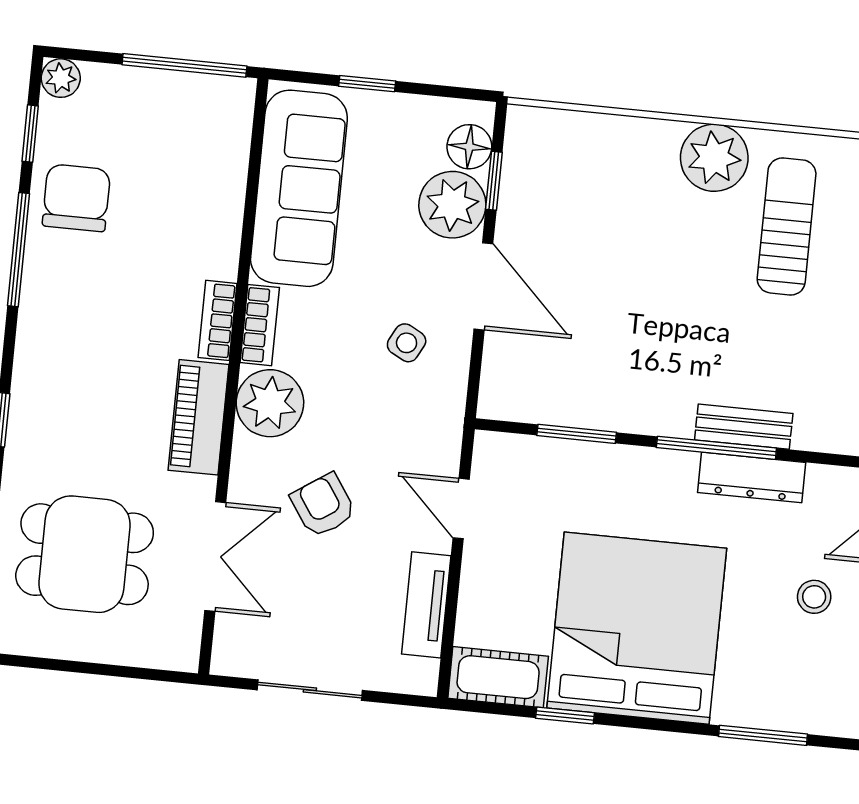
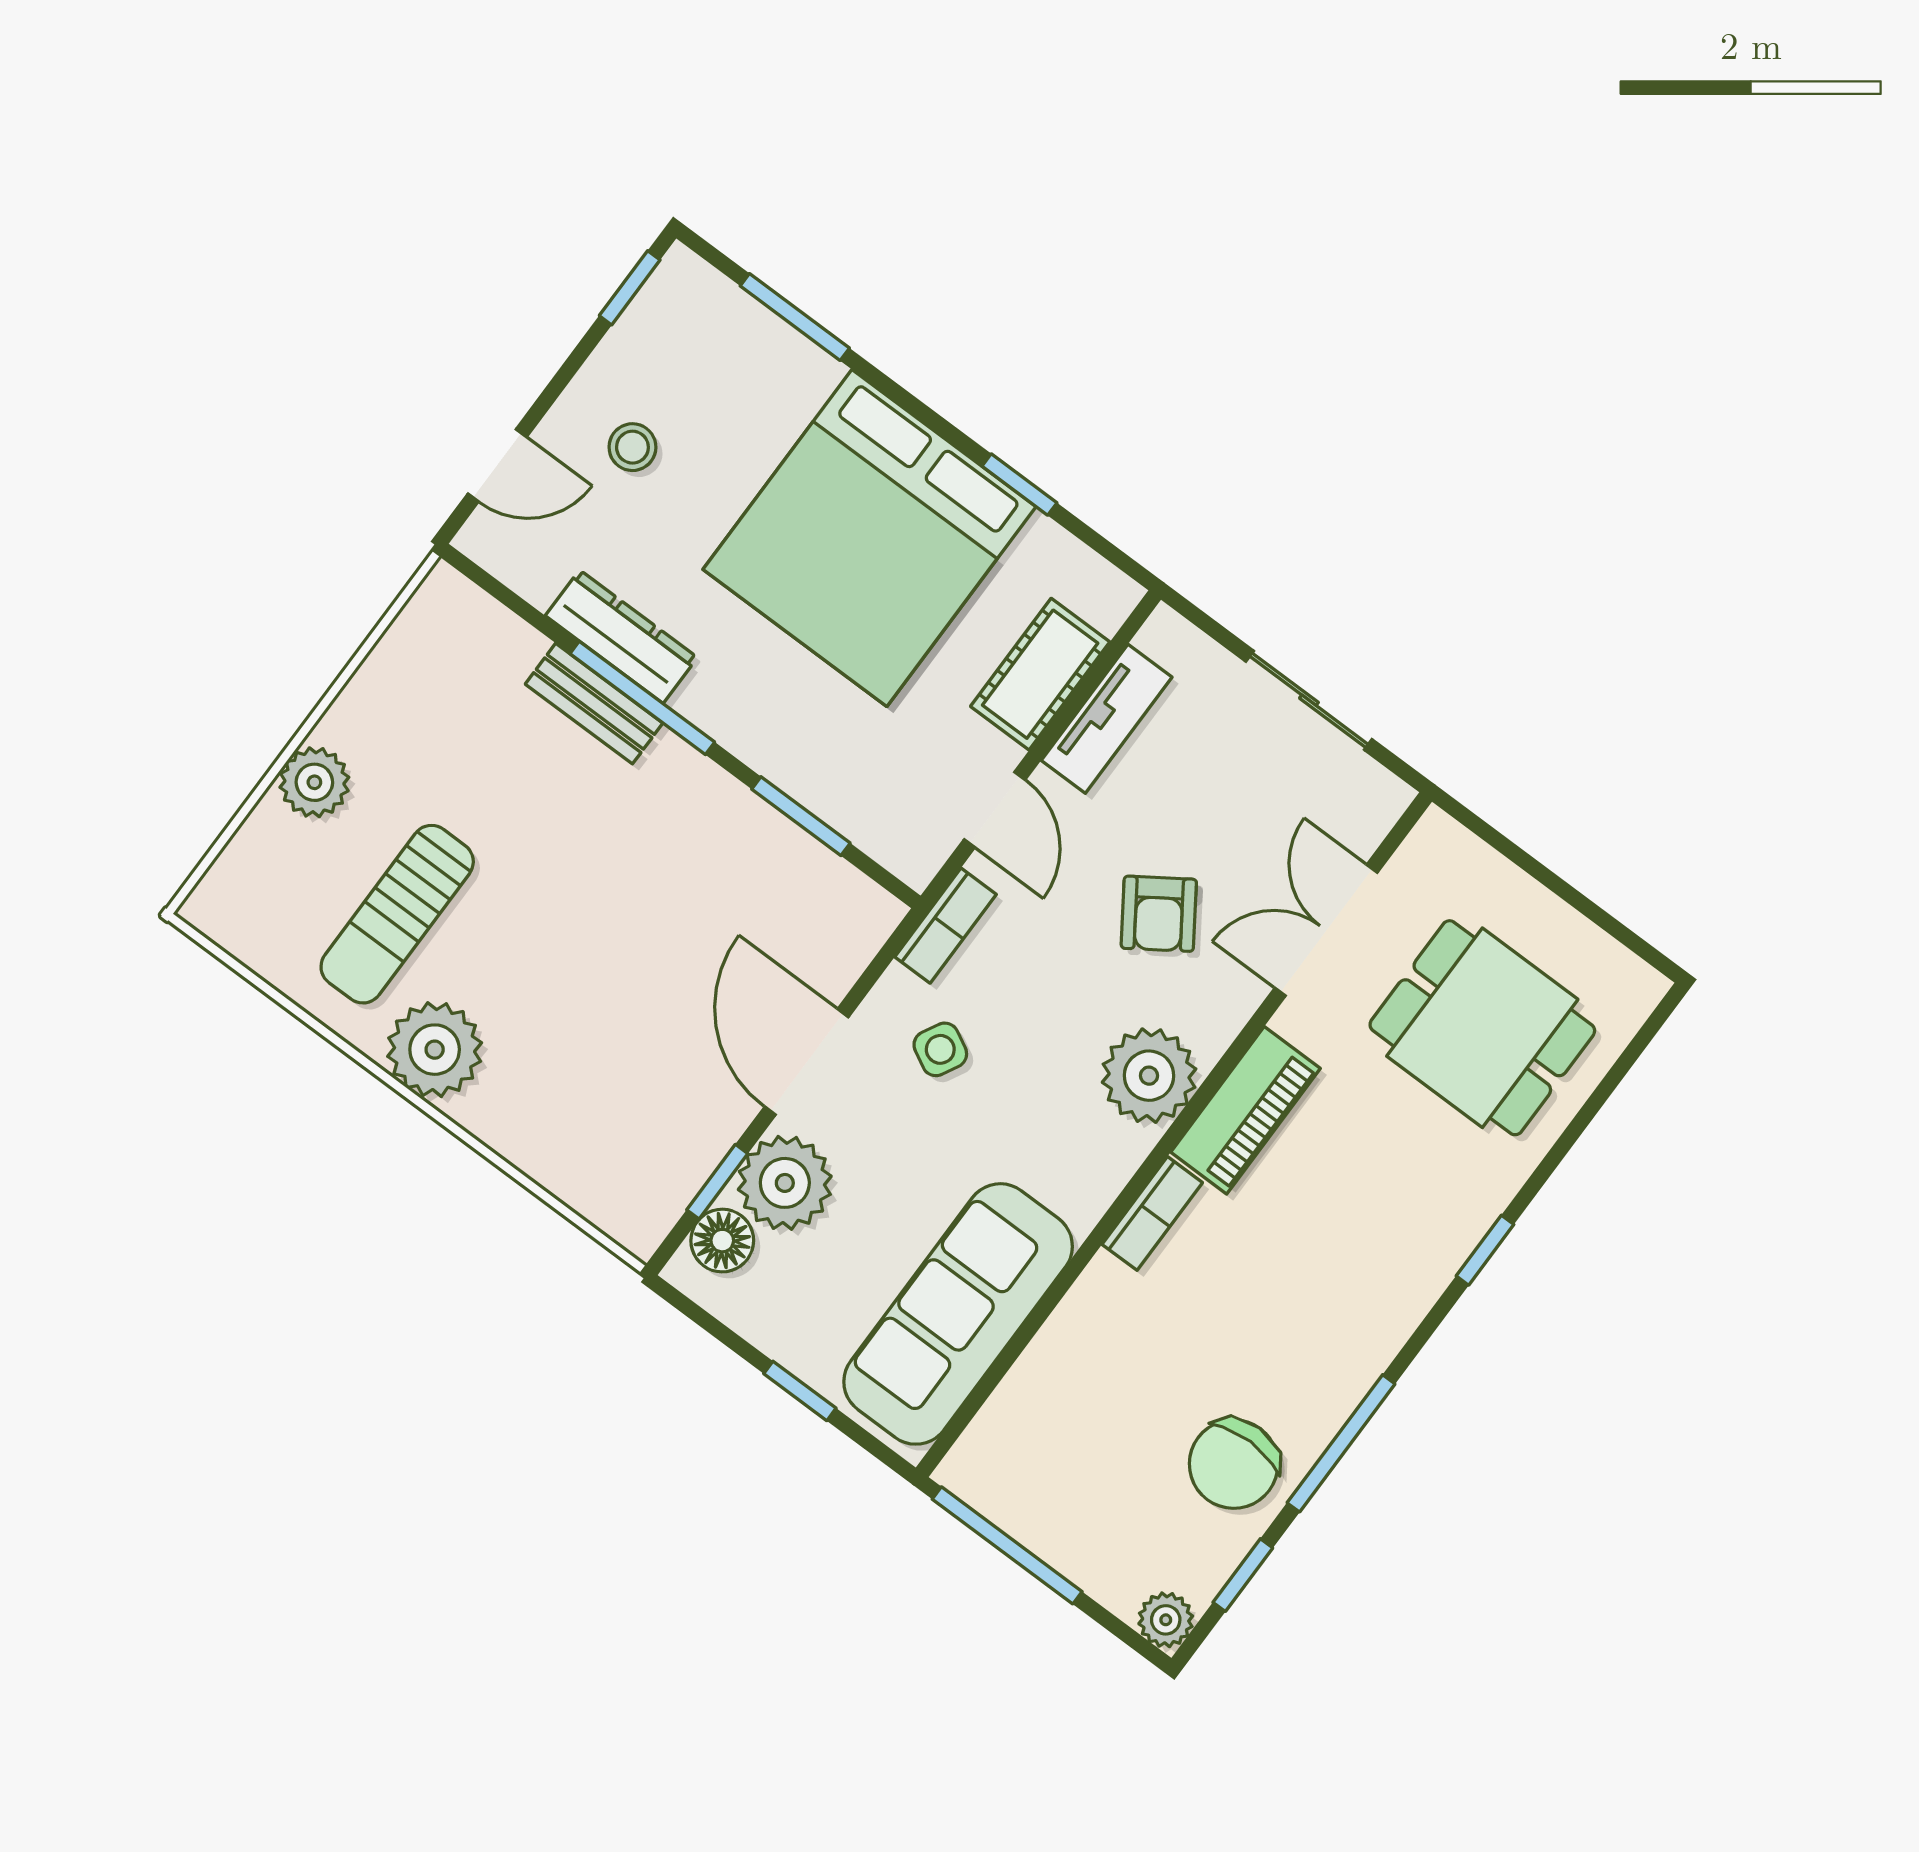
bookcase: (260, 325) -> (946, 926), moved, turned 180
cot: (498, 677) -> (1040, 674), moved, turned 90

